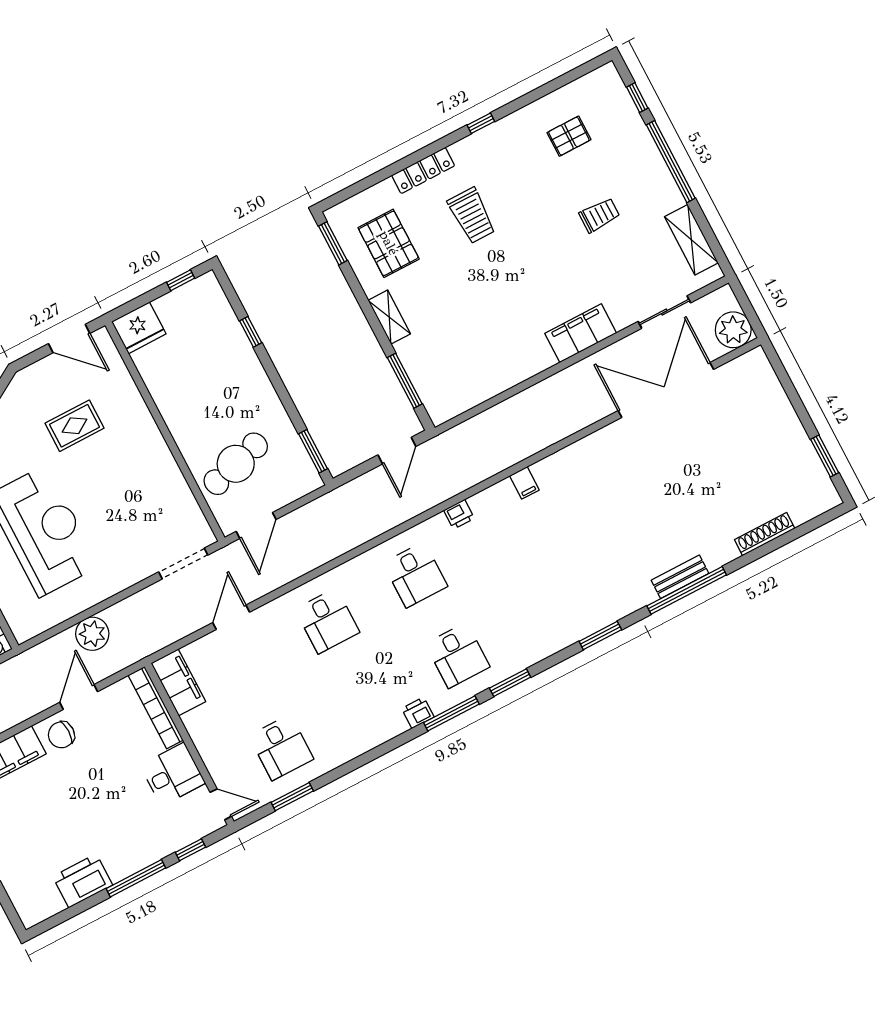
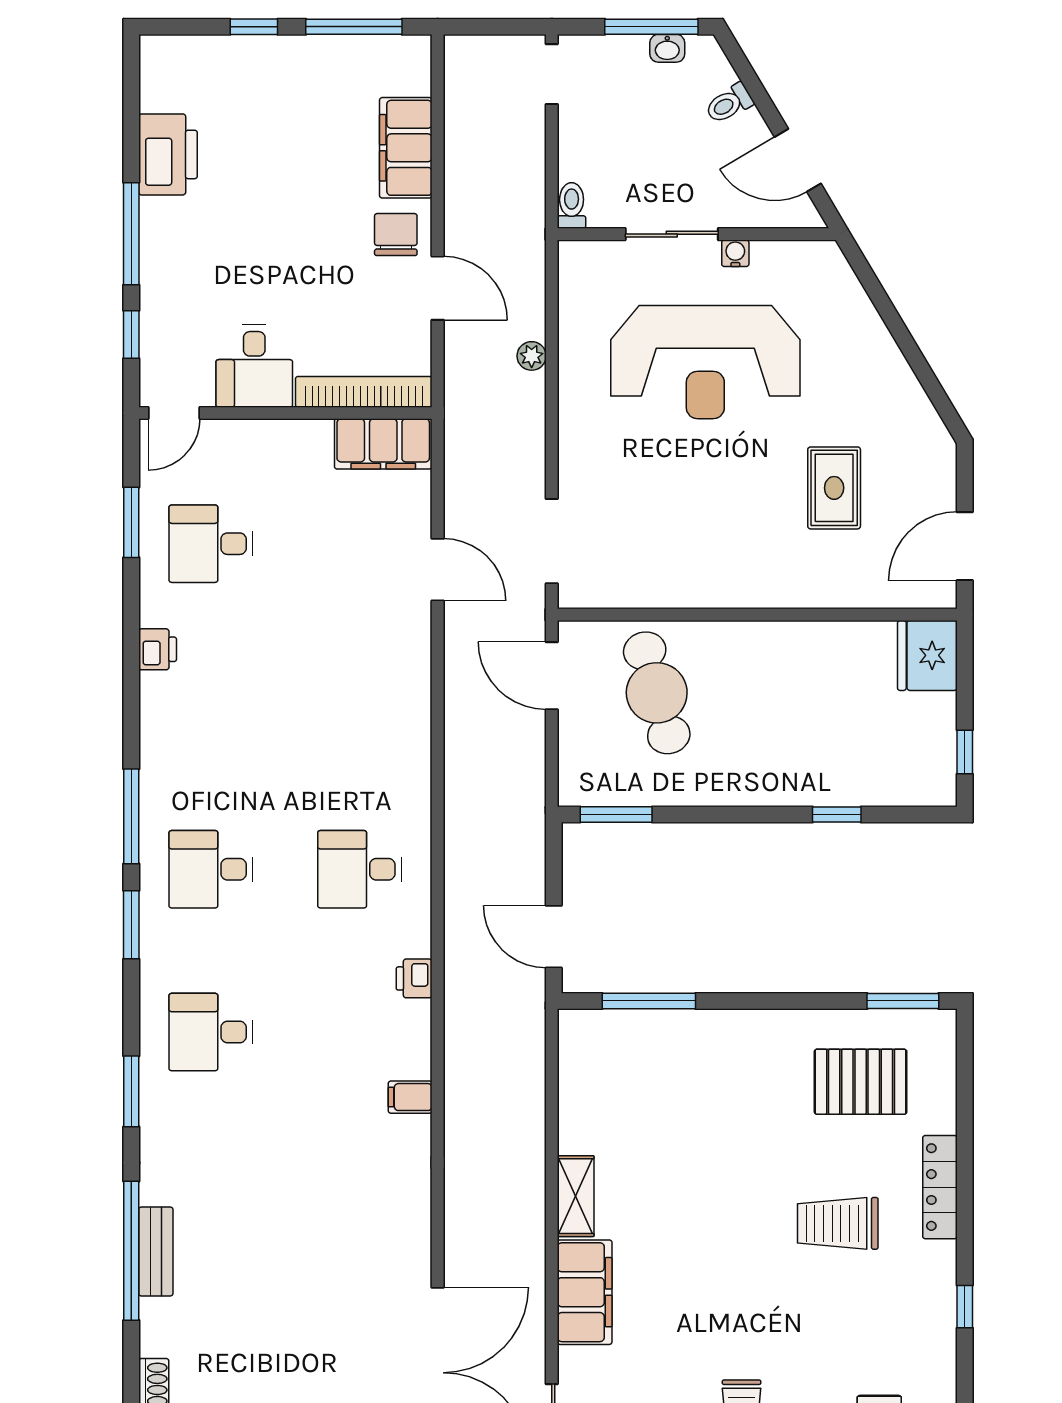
shelving: (389, 317) -> (576, 1196), moved, turned 90
desk: (327, 621) -> (211, 1032), moved
plant: (92, 634) -> (532, 356), width x0.53, depth x0.53
printer: (418, 713) -> (158, 649), moved

